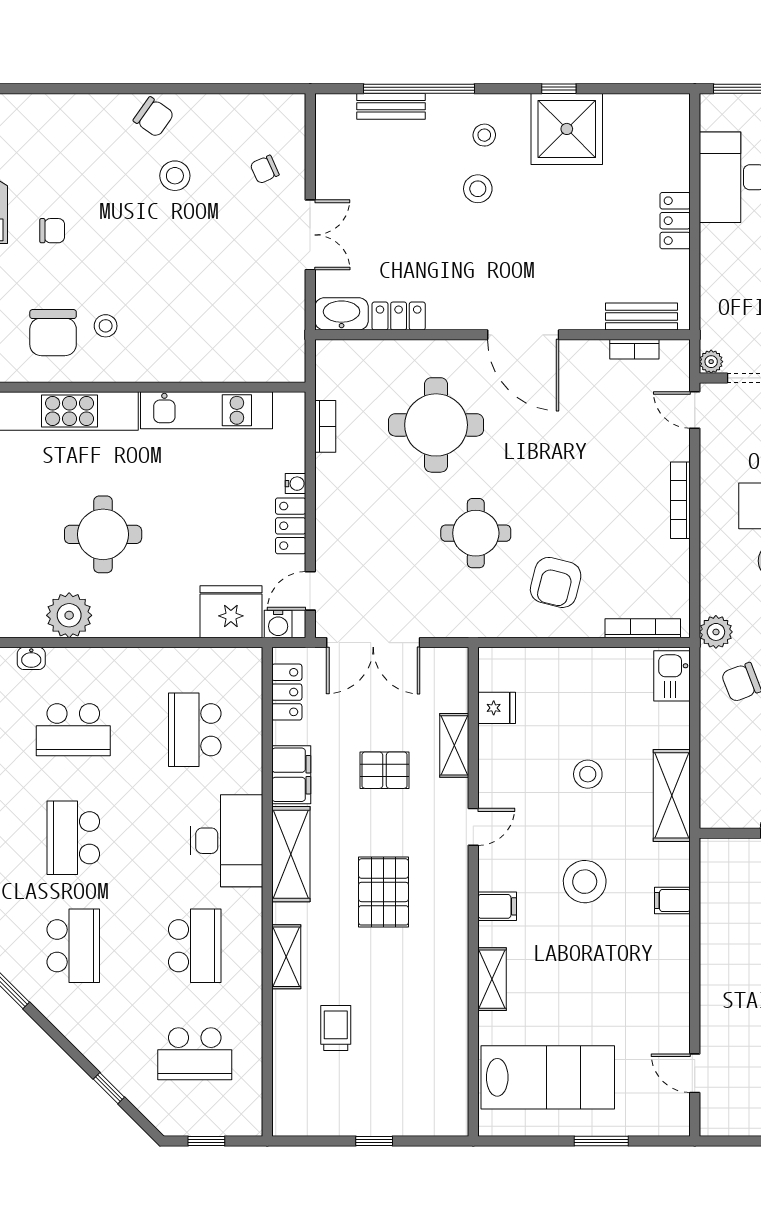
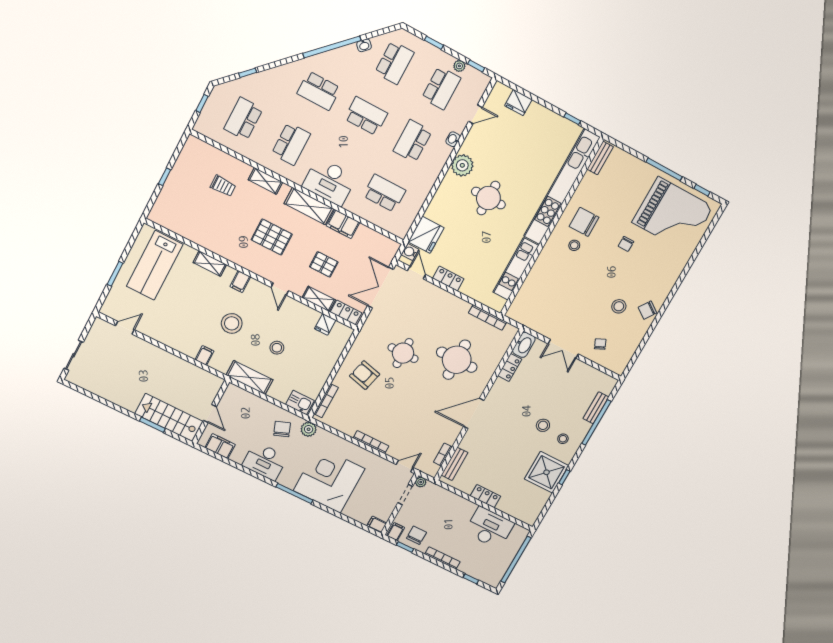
bookcase: (325, 426) -> (488, 317), width x1.56
water cooler: (295, 484) -> (465, 290), removed
locker: (287, 692) -> (346, 312), moved, turned 180
pallet: (385, 770) -> (324, 264), turned 90
school desk: (195, 946) -> (291, 144), turned -90

